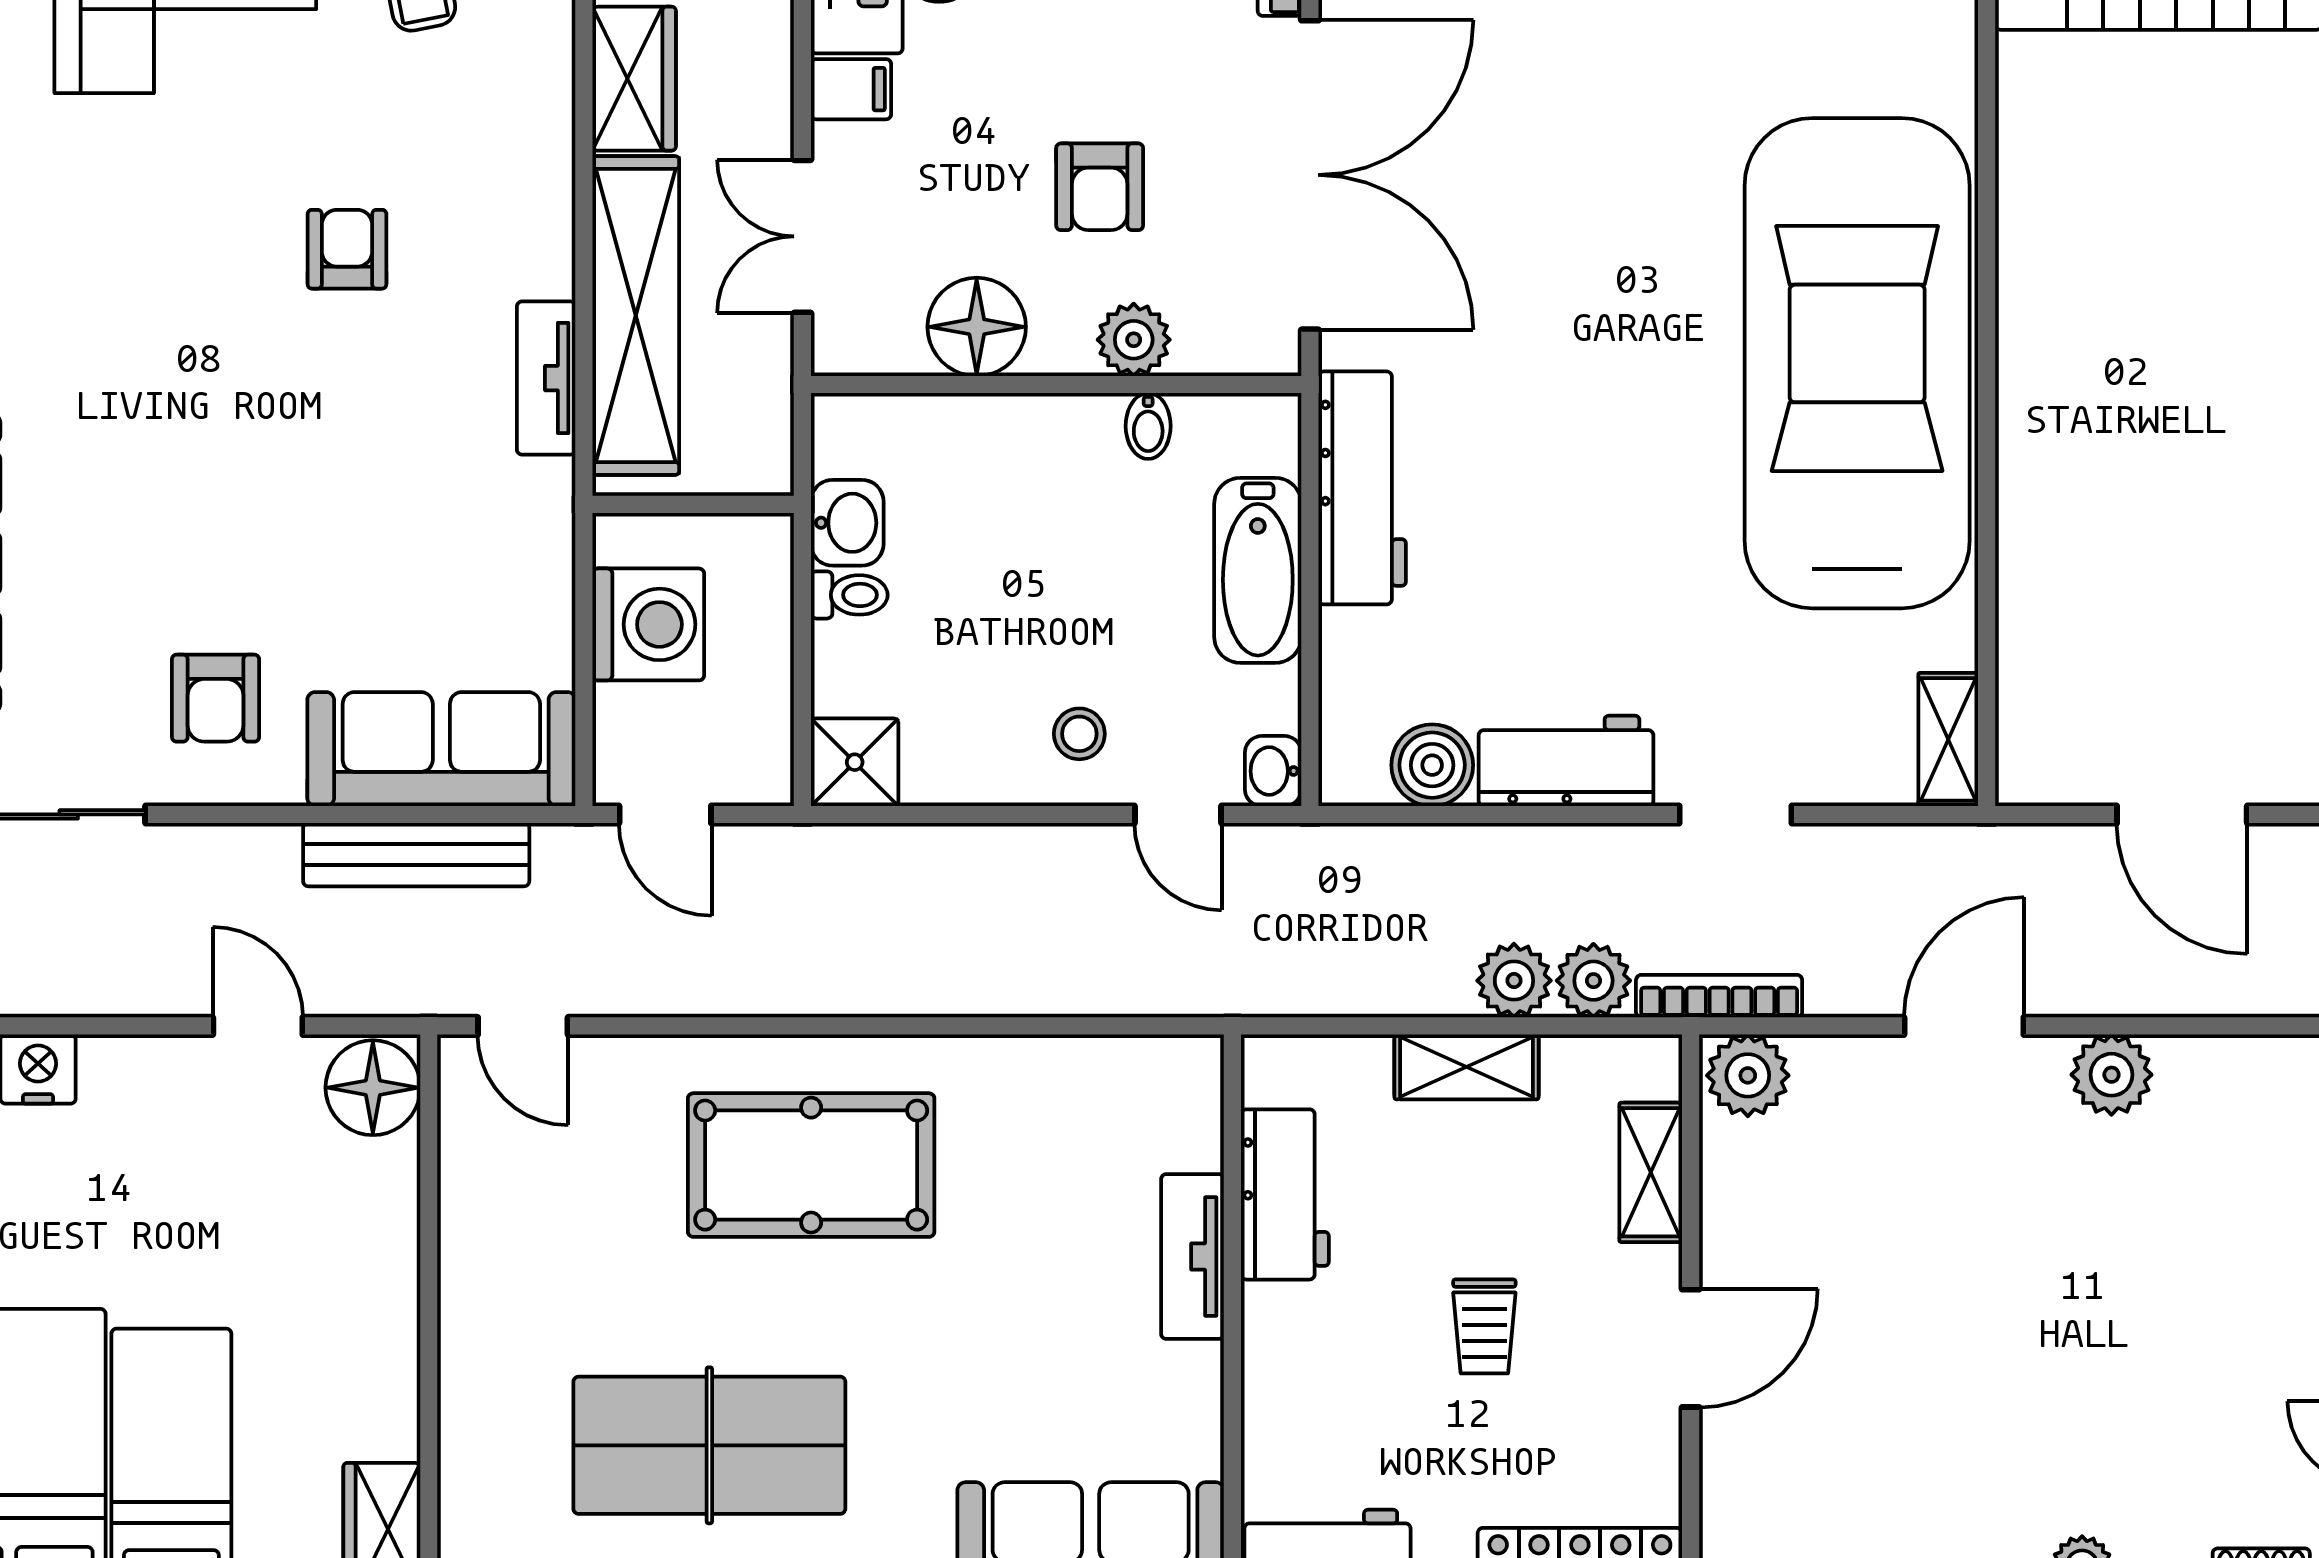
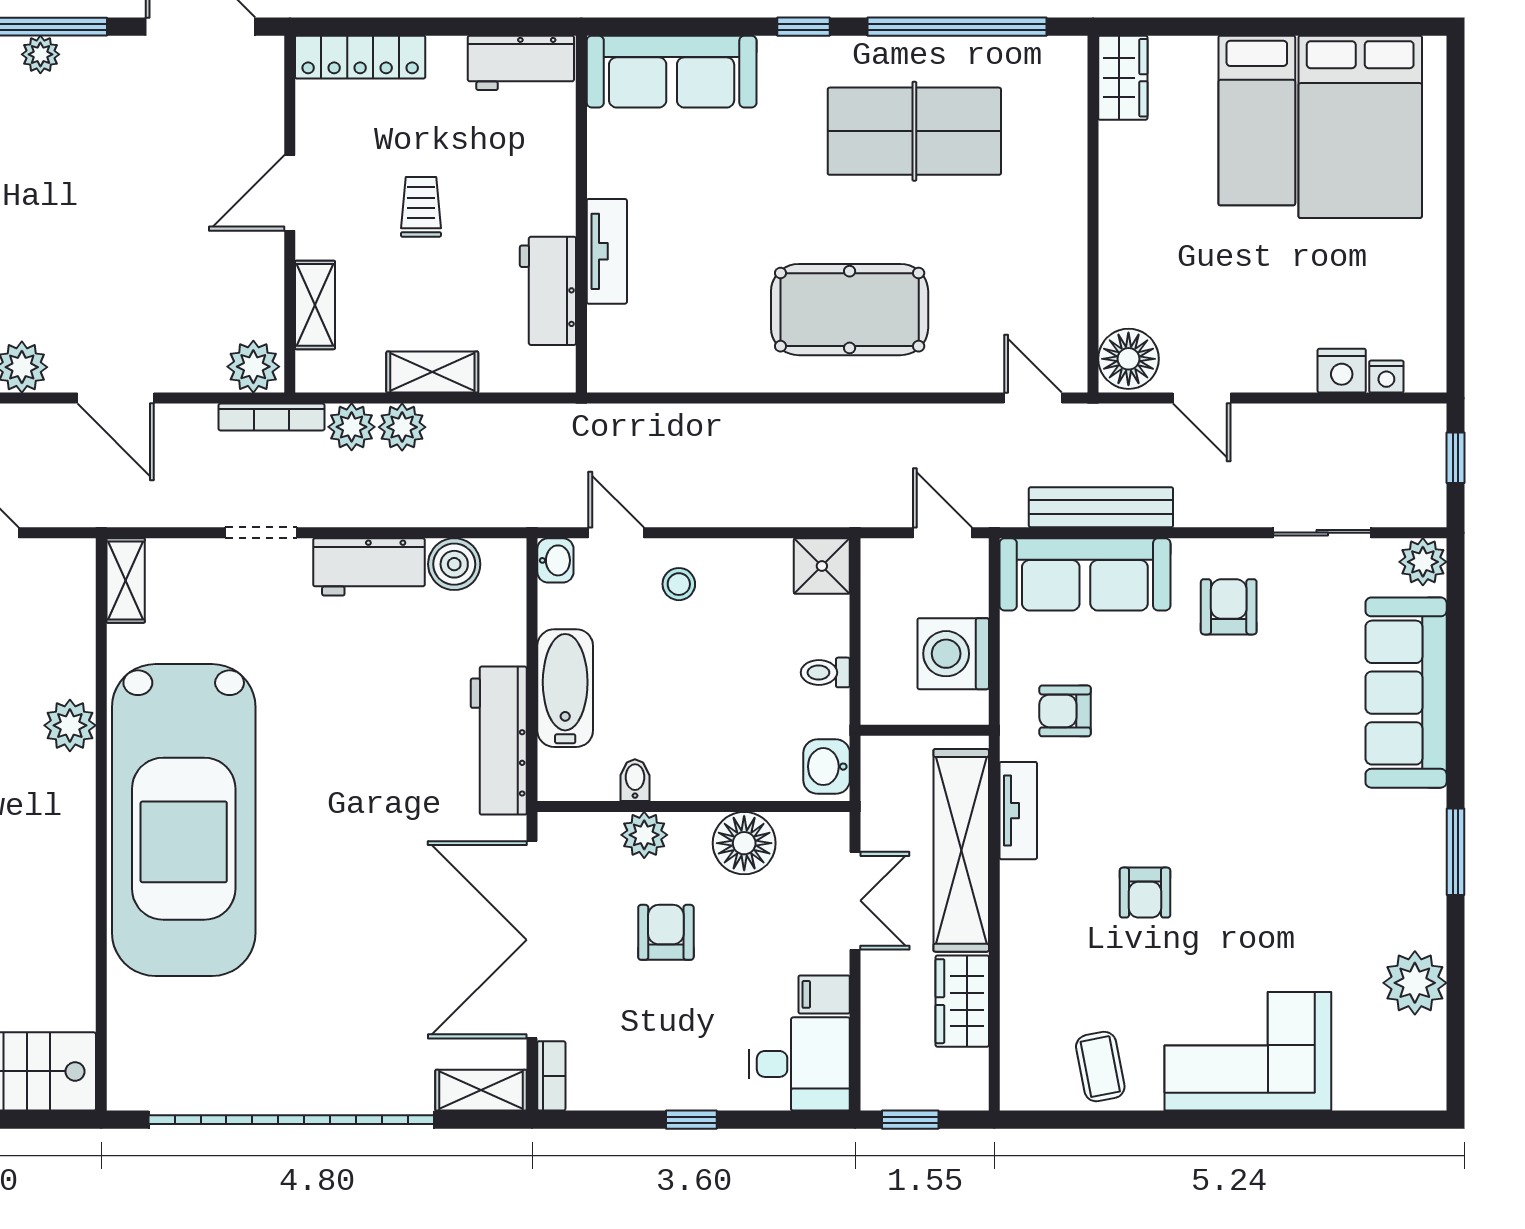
plant: (2036, 512) -> (70, 725), added
washbasin: (847, 523) -> (827, 767), moved
armchair: (473, 535) -> (1065, 711), added
door: (1964, 1026) -> (116, 398), hinge flipped

